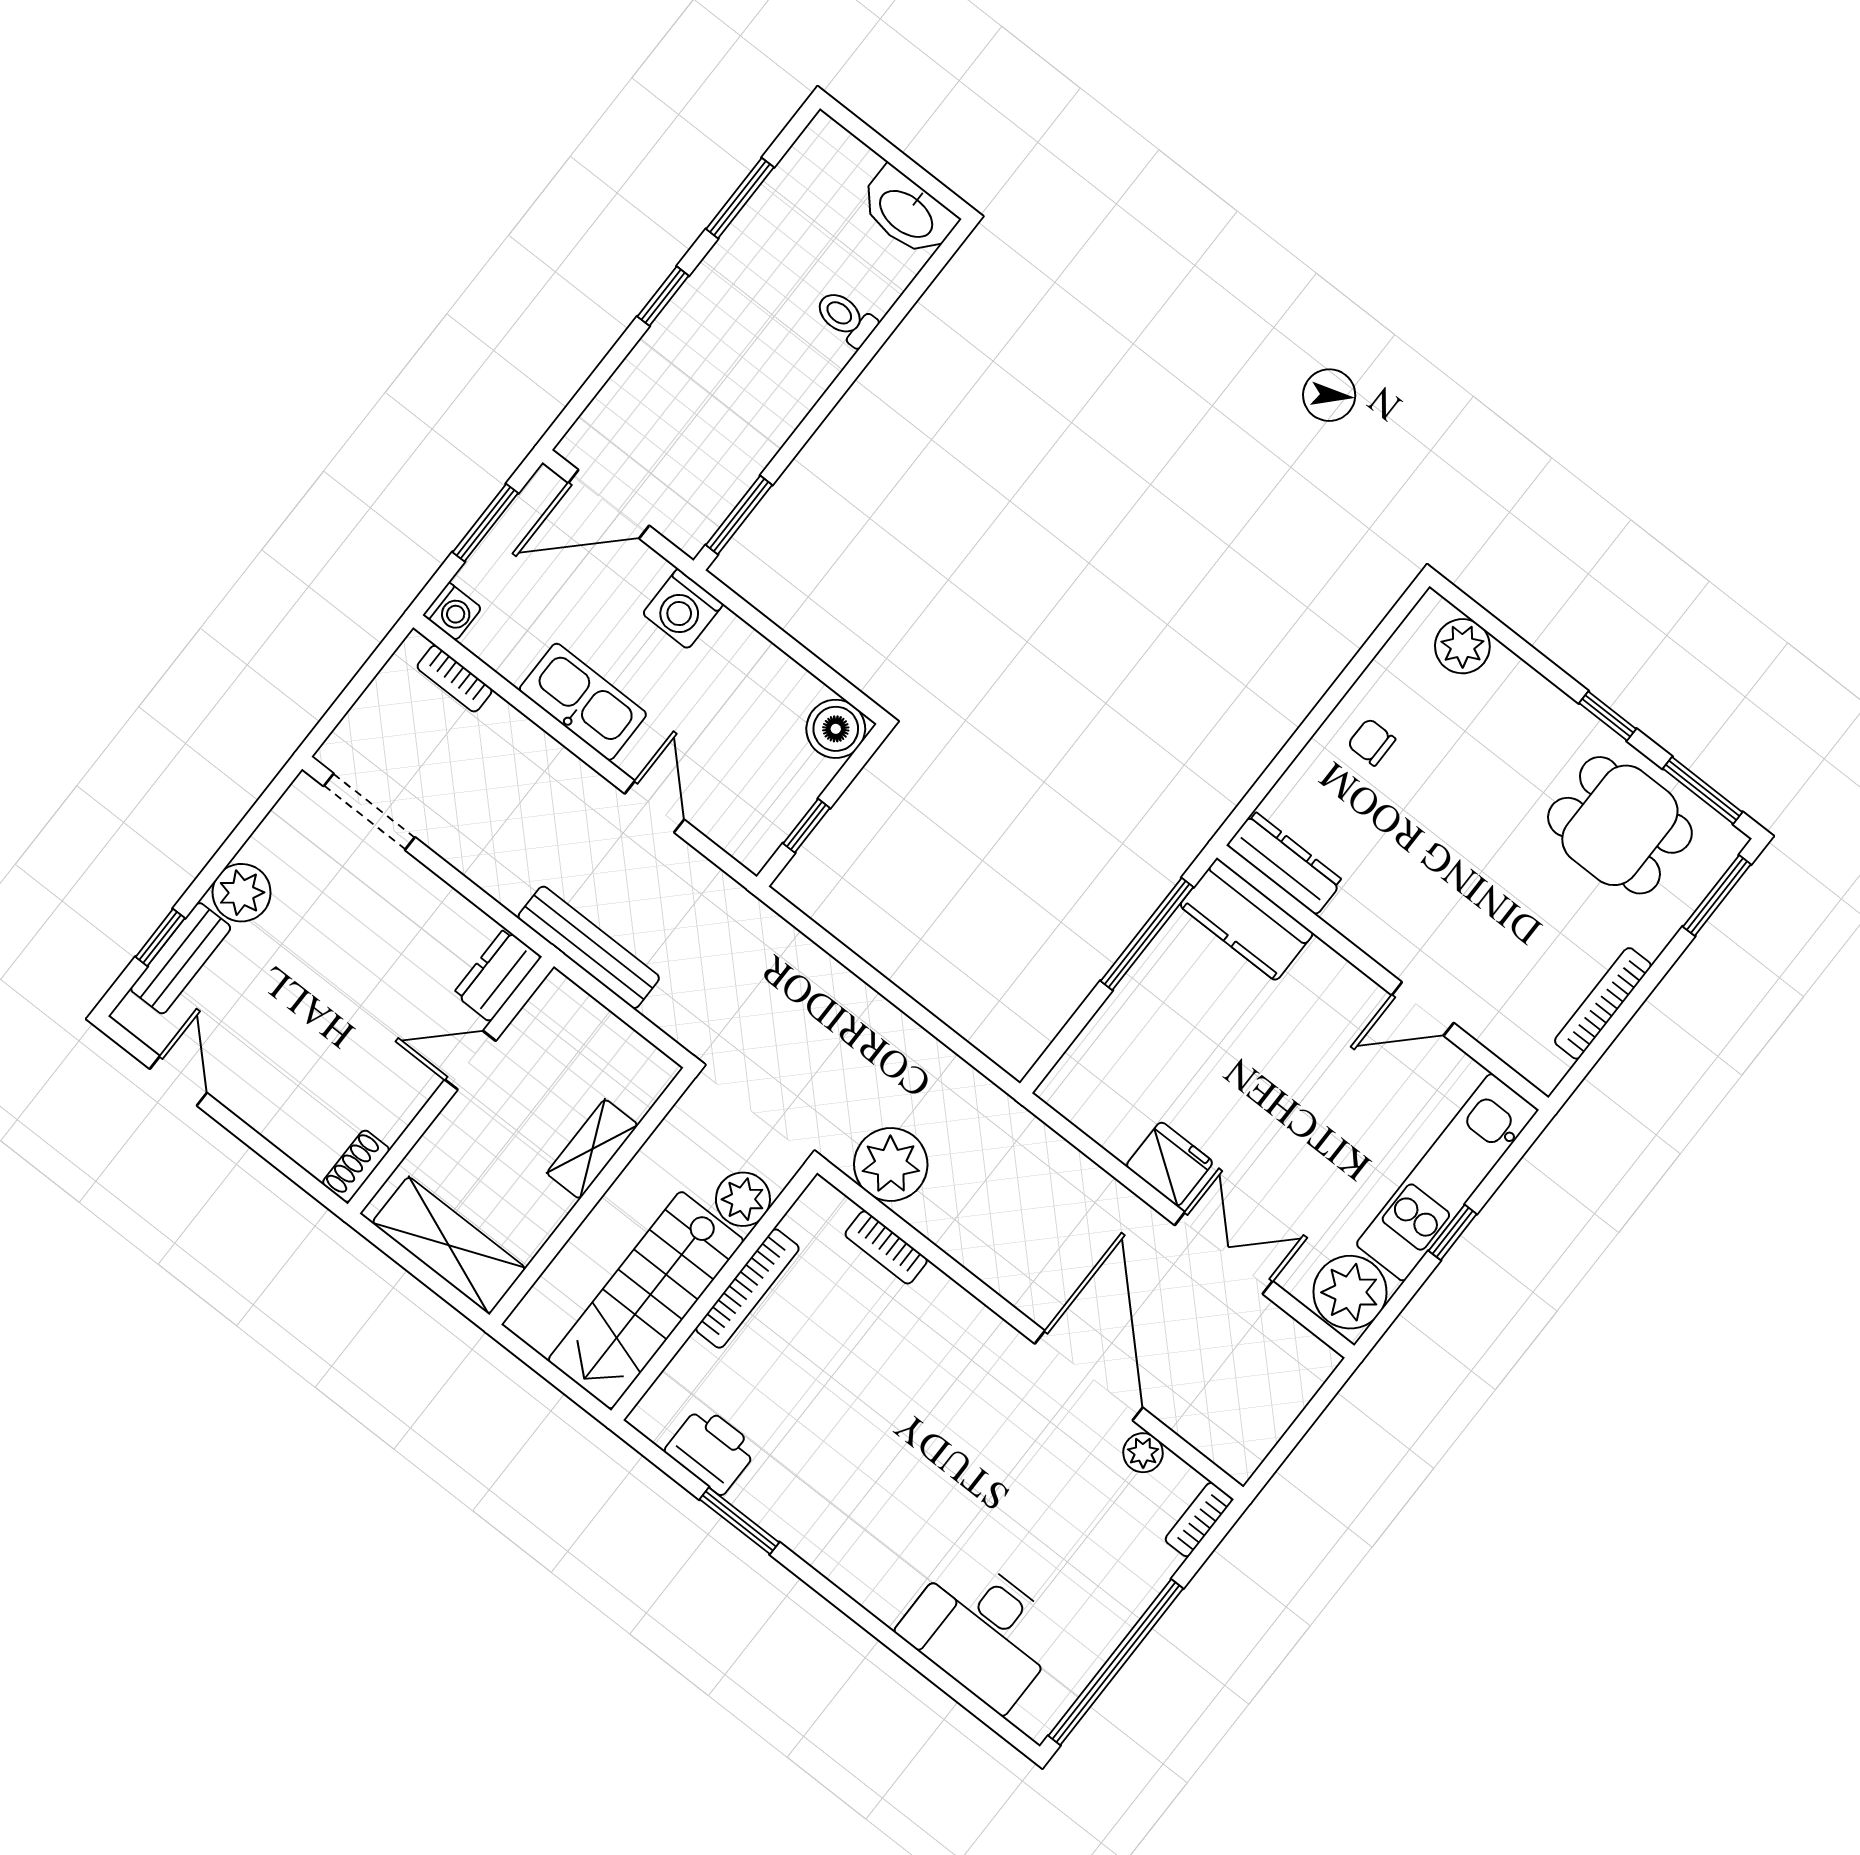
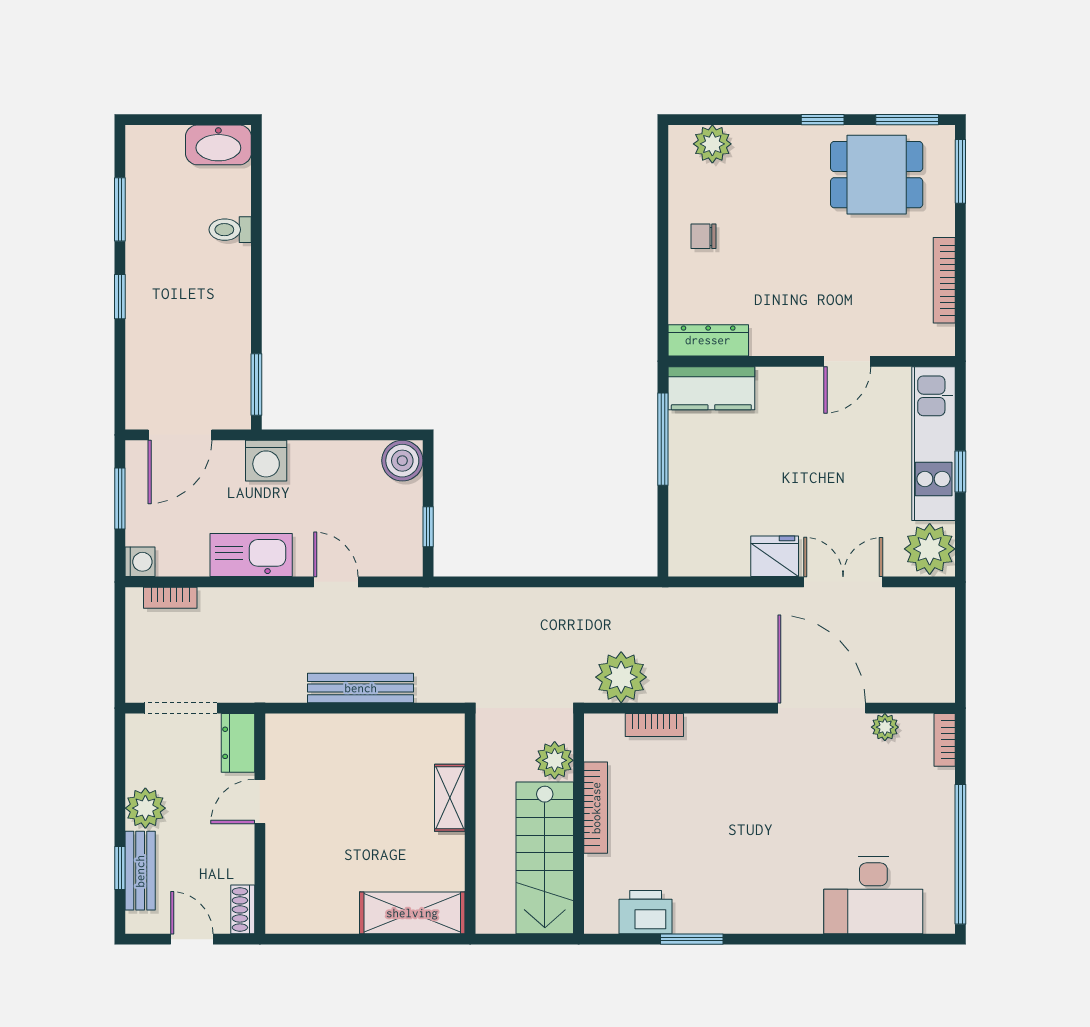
dresser: (497, 975) -> (238, 743), moved
door: (470, 1060) -> (260, 802), moved
wall: (451, 1085) -> (260, 824), moved
shoe rack: (356, 1166) -> (243, 909), moved

